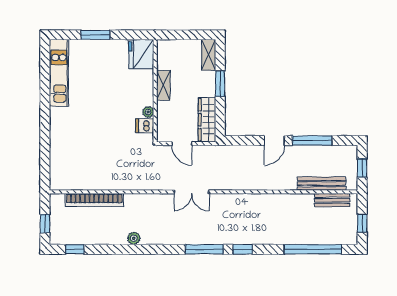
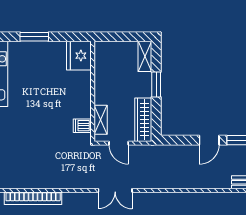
shelving: (163, 85) -> (101, 120), moved
plant: (148, 112) -> (86, 112), removed
double door: (192, 192) -> (115, 190), moved

